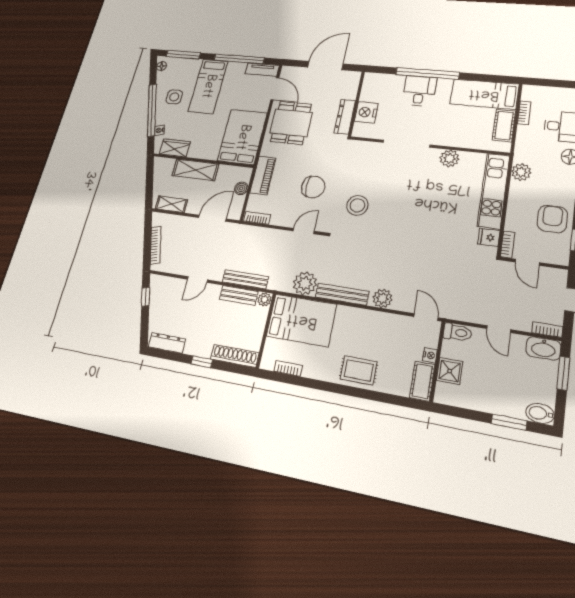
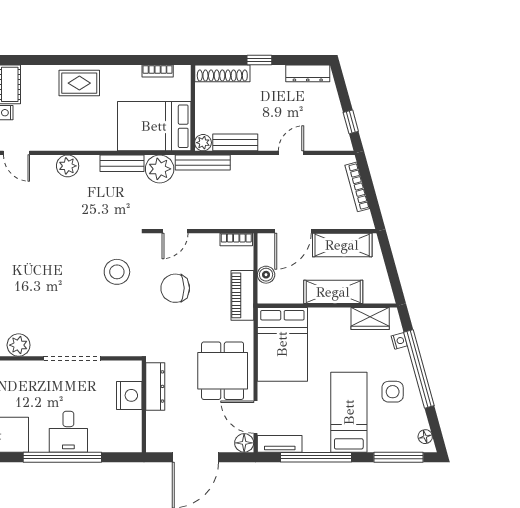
floor lamp: (287, 72) -> (244, 443), added
shelving: (171, 204) -> (342, 245), width x1.50, depth x1.33
bench: (245, 279) -> (203, 163), moved
bench: (342, 294) -> (122, 163), width x0.73

